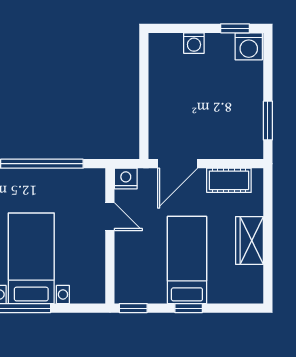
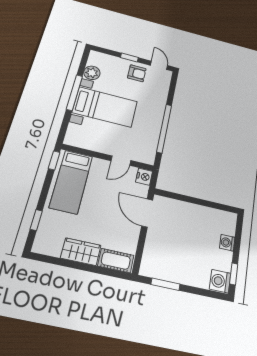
cot: (229, 180) -> (116, 261), moved, turned 90
bed: (187, 260) -> (71, 182), moved, turned 90
window: (189, 308) -> (36, 220), moved

